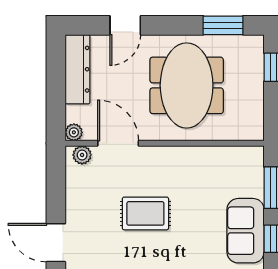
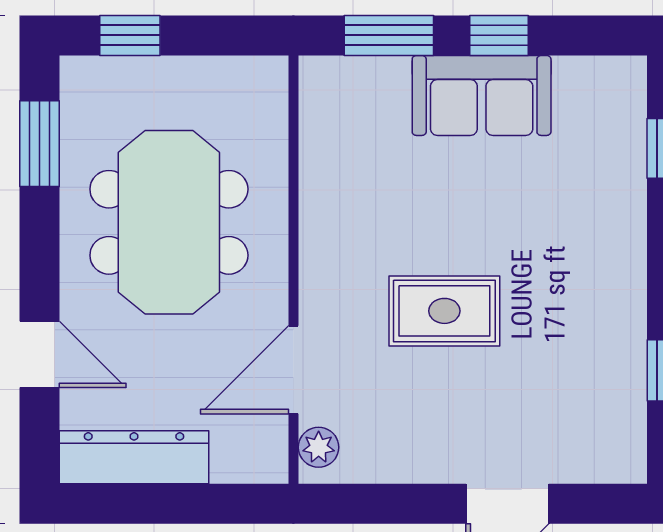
meeting table: (187, 85) -> (169, 222), turned 90
plant: (74, 132) -> (270, 465), removed
rug: (145, 213) -> (444, 311), turned 90

